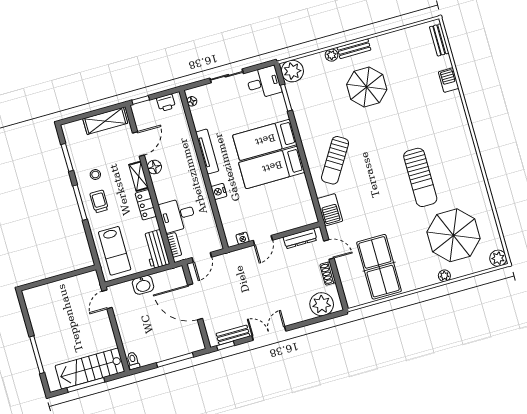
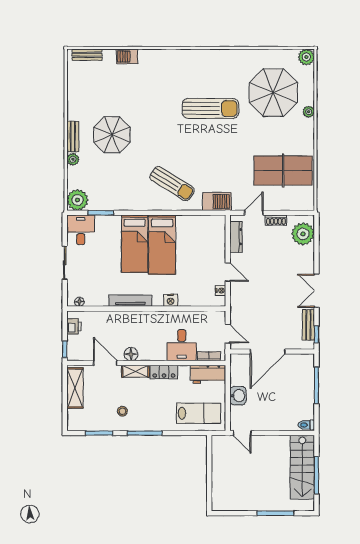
trolley: (99, 201) -> (149, 415), removed

